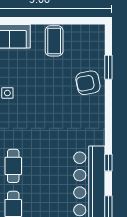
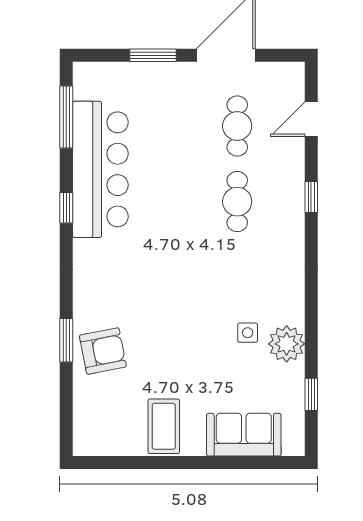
window: (108, 67) -> (66, 340), moved

